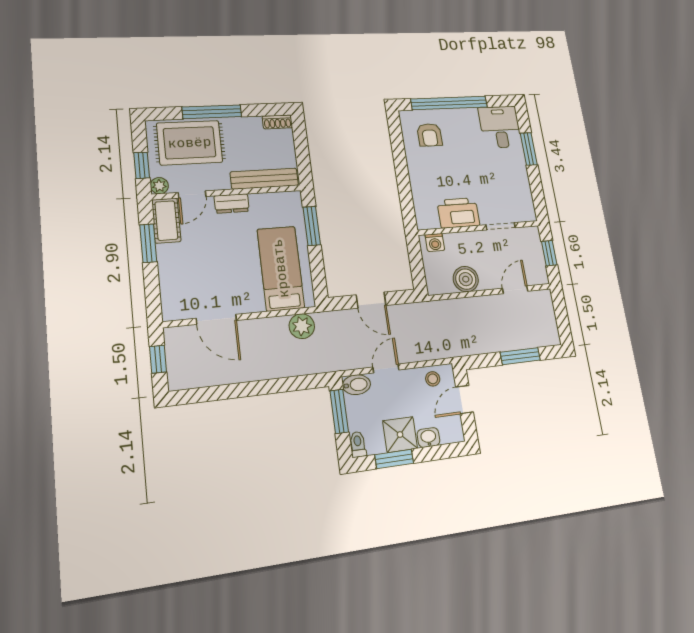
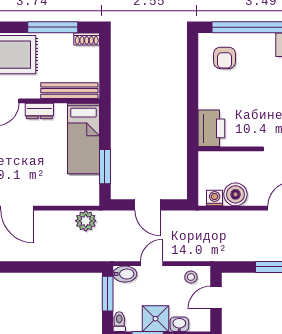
window: (212, 112) -> (53, 27), moved
printer: (458, 213) -> (211, 128), moved, turned 90
window: (312, 226) -> (105, 167), moved
washing machine: (435, 242) -> (215, 198), moved, turned 180
bed: (281, 268) -> (83, 139), moved, turned 180

